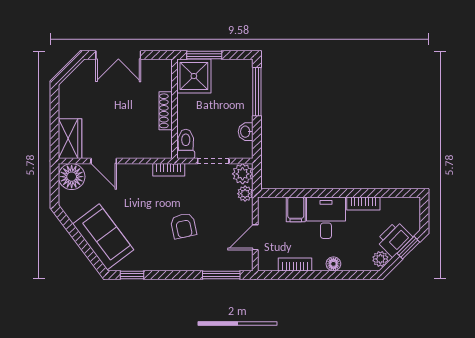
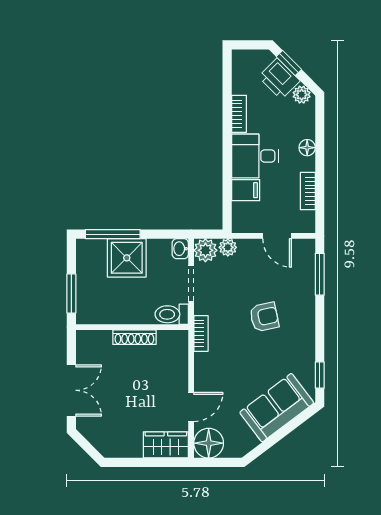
shower: (194, 76) -> (127, 258), moved
washbasin: (246, 132) -> (180, 249), moved, turned 90

